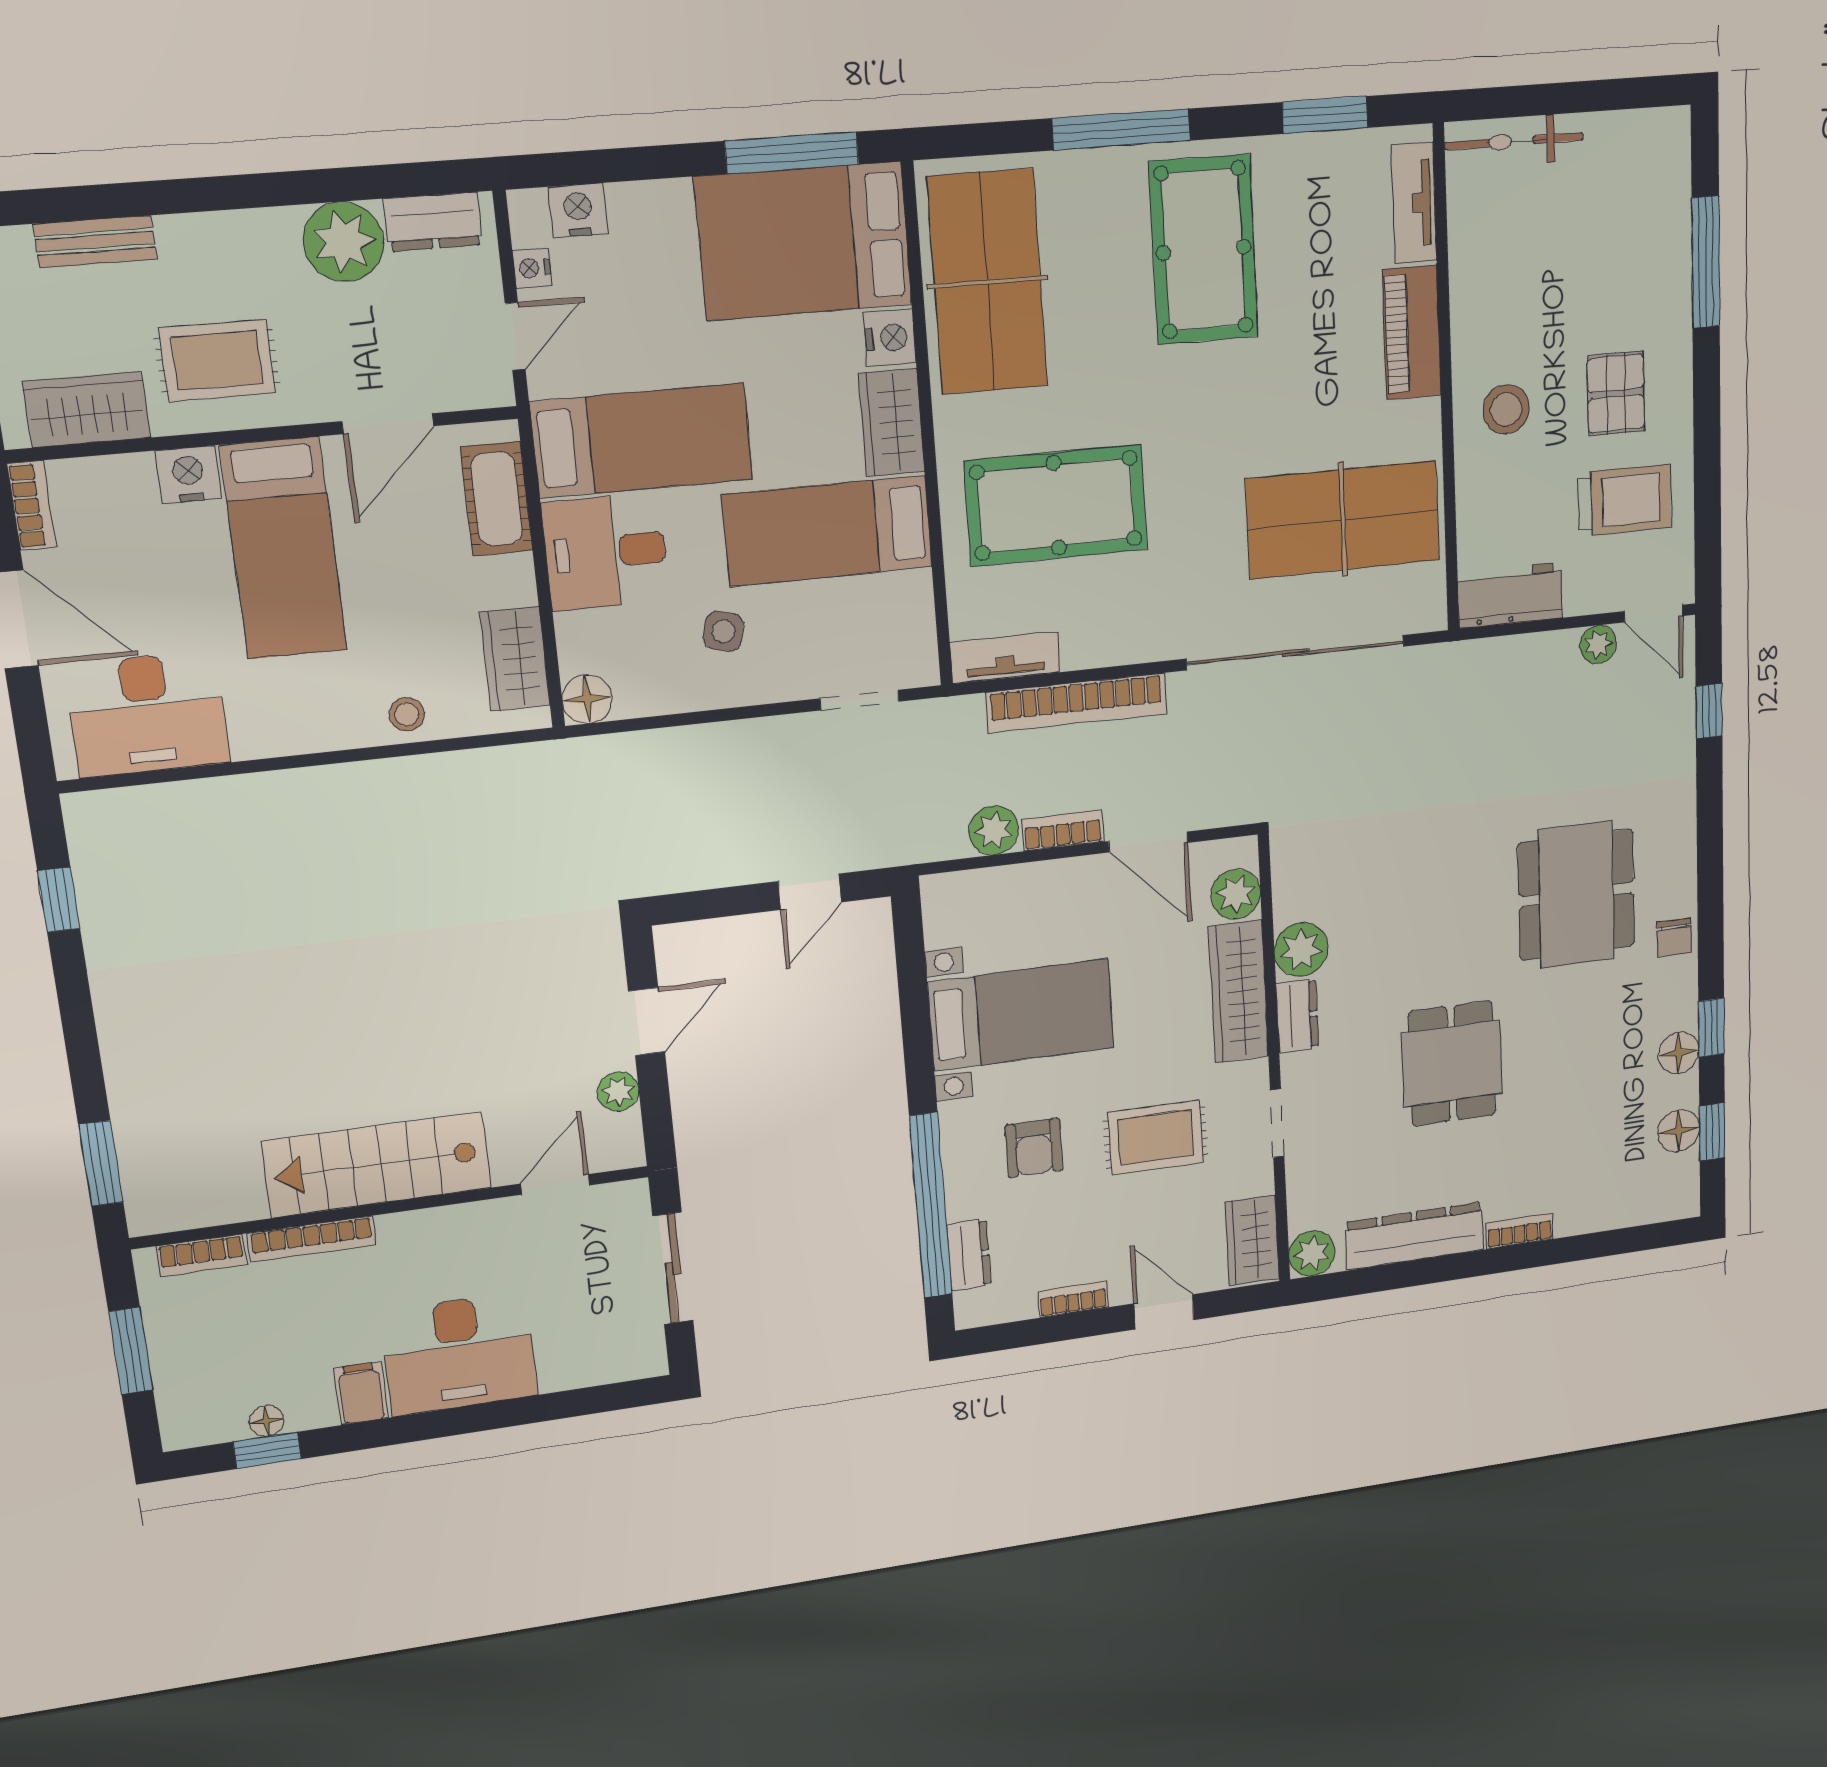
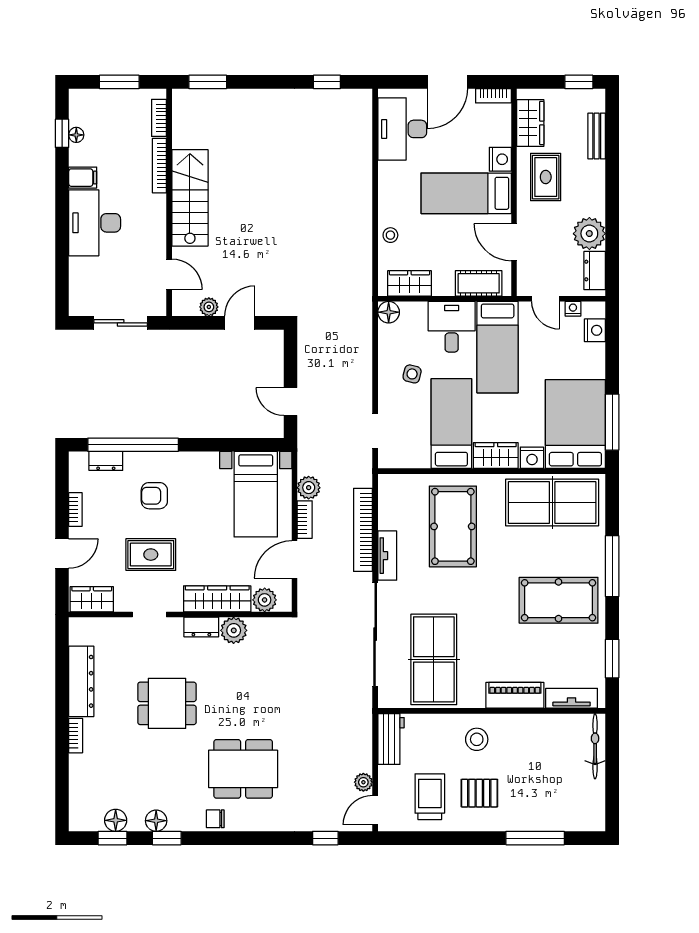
trolley: (1625, 500) -> (430, 797), turned 180
tv unit: (1005, 657) -> (387, 556), moved
bed with nightstands: (1021, 1015) -> (256, 494), moved
door: (647, 1022) -> (240, 323), swing flipped
rug: (1156, 1137) -> (151, 555), turned 90
plant: (1312, 1253) -> (80, 629), removed

